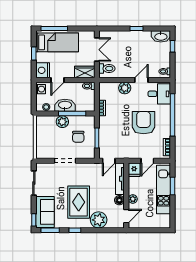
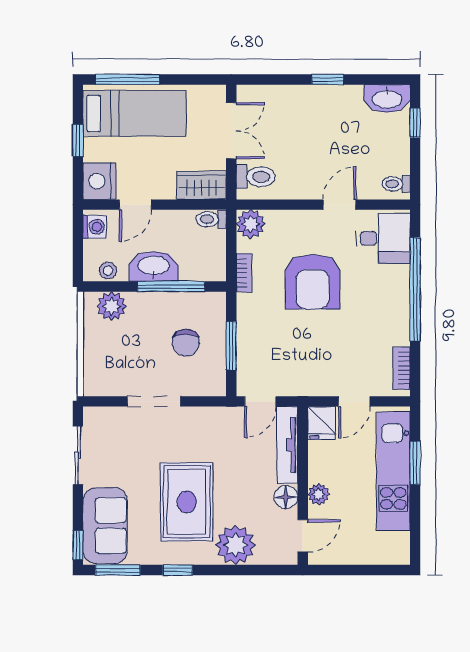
plant: (125, 88) -> (251, 224), moved
plant: (62, 122) -> (112, 306), moved
armchair: (144, 123) -> (313, 282), moved, turned 180

